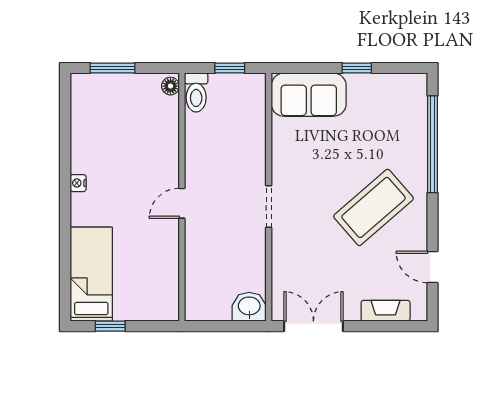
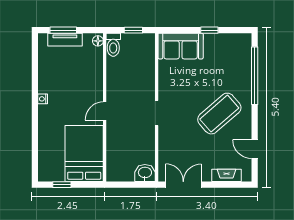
tv unit: (115, 84) -> (65, 40), added
bed: (91, 274) -> (84, 153), moved, width x1.50

